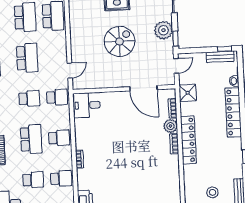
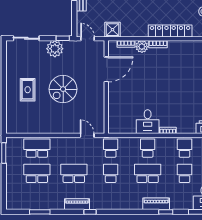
spiral stairs: (119, 41) -> (63, 89), turned -90
desk: (87, 105) -> (148, 122), moved
locker: (188, 140) -> (170, 31), moved

